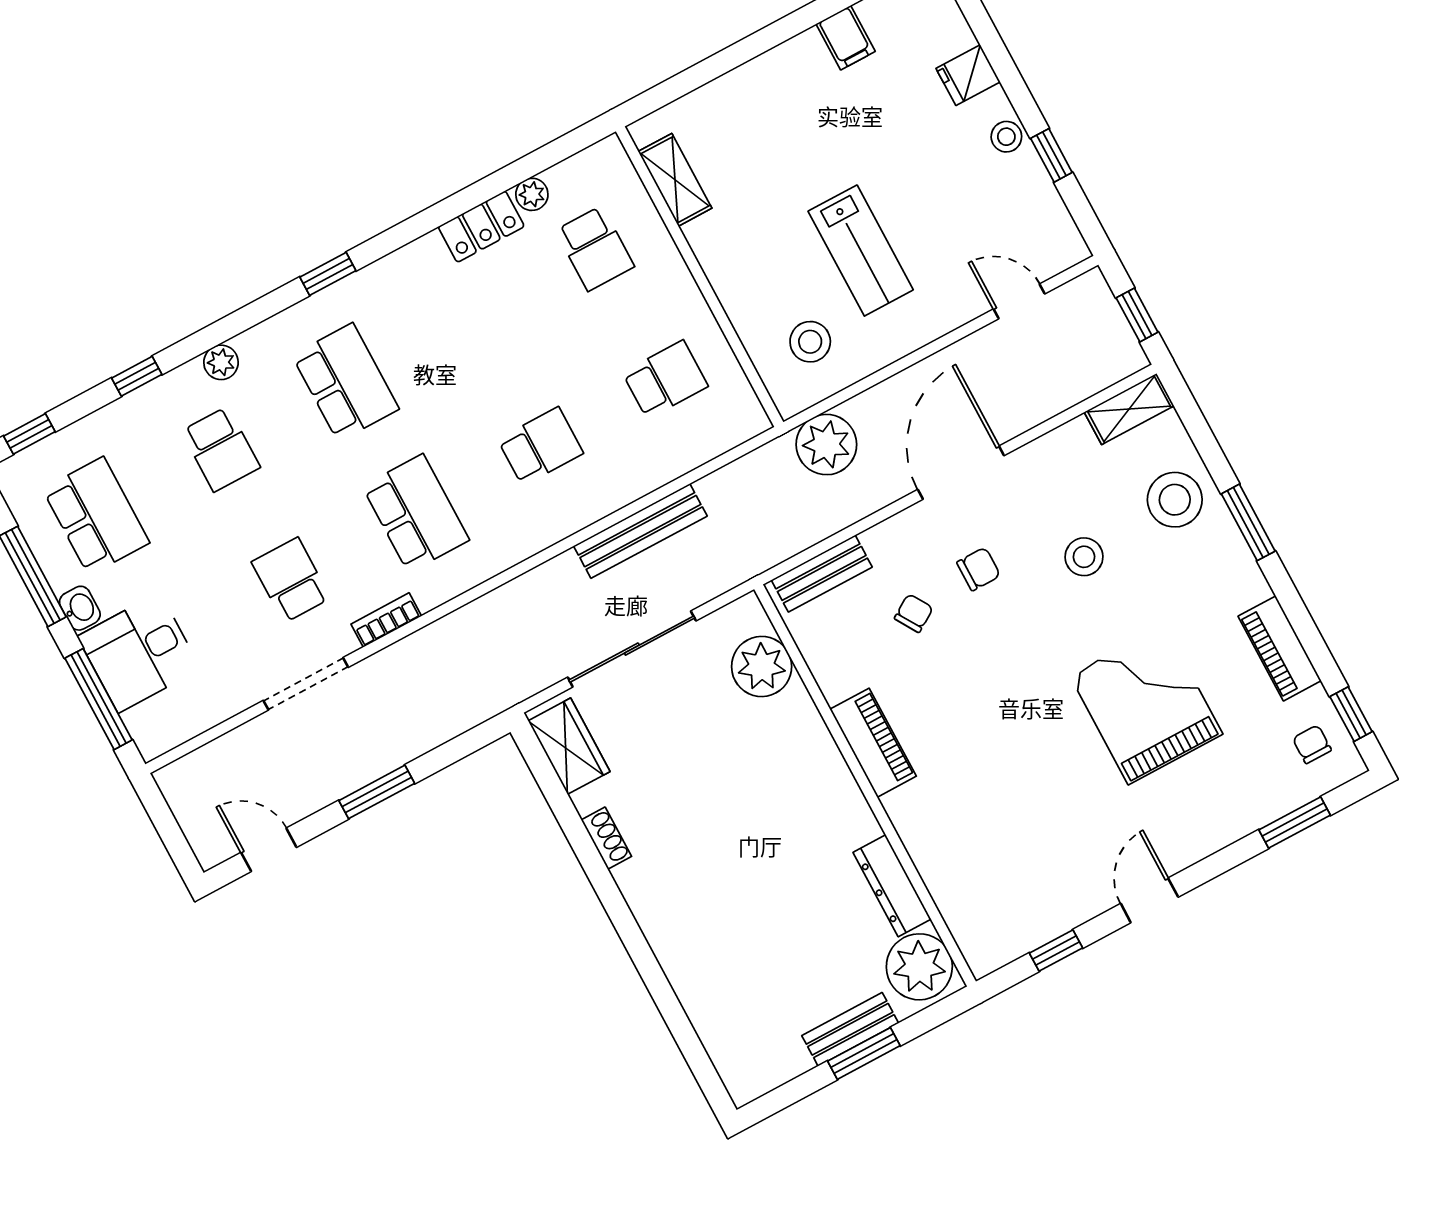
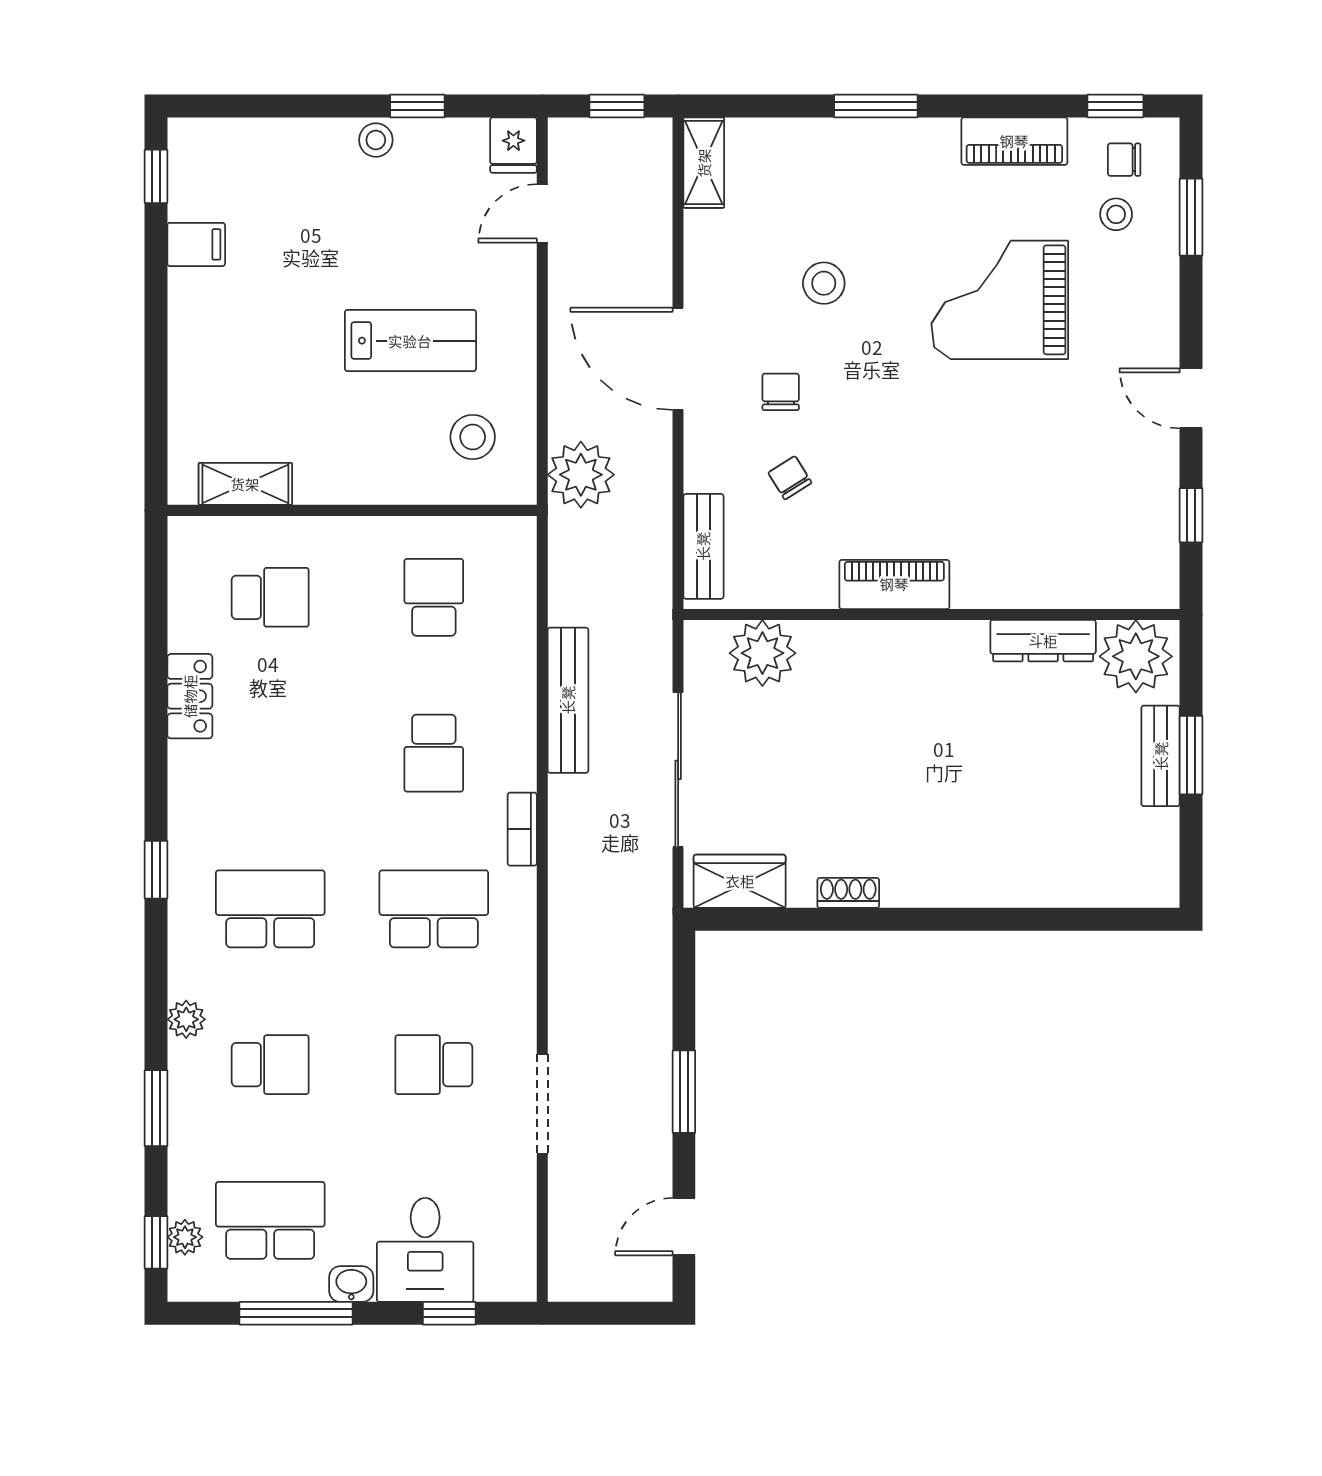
fridge: (968, 75) -> (513, 145), moved
plant: (532, 194) -> (185, 1237), moved
window: (137, 376) -> (156, 1108), width x1.50
school desk: (540, 446) -> (434, 753), turned 180
stool: (1175, 500) -> (1116, 214), moved, width x0.53, depth x0.53
bookcase: (386, 620) -> (522, 829), moved
window: (99, 699) -> (449, 1313), width x0.46

